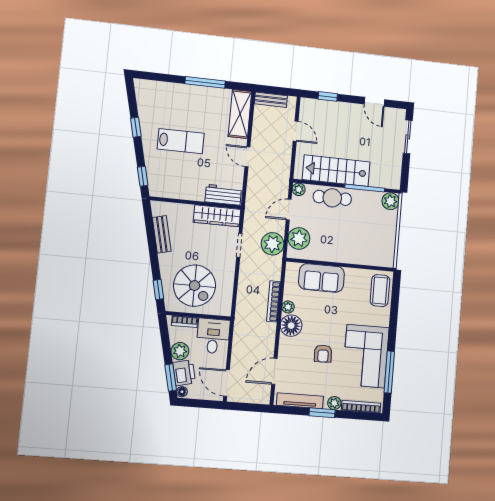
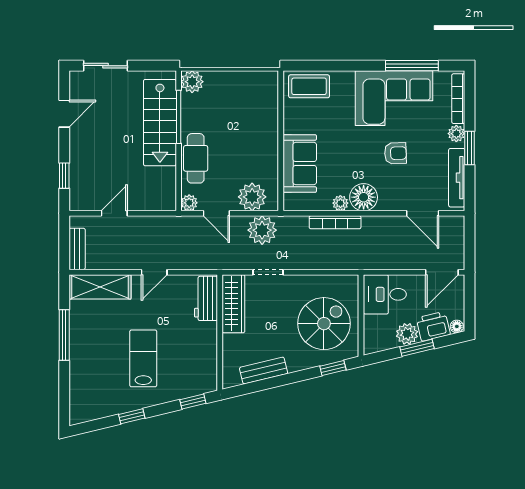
stairs: (336, 171) -> (160, 123), moved
bookcase: (185, 321) -> (370, 332), removed
window: (171, 377) -> (417, 348), moved

